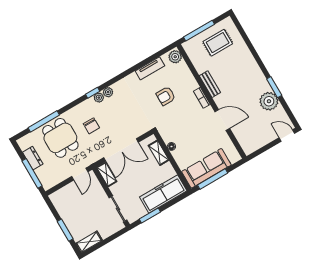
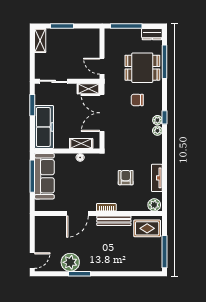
window: (199, 31) -> (165, 252), moved
rug: (218, 43) -> (147, 228), moved, turned 90
bench: (210, 84) -> (114, 221), width x1.36
dresser: (33, 158) -> (152, 34), moved

